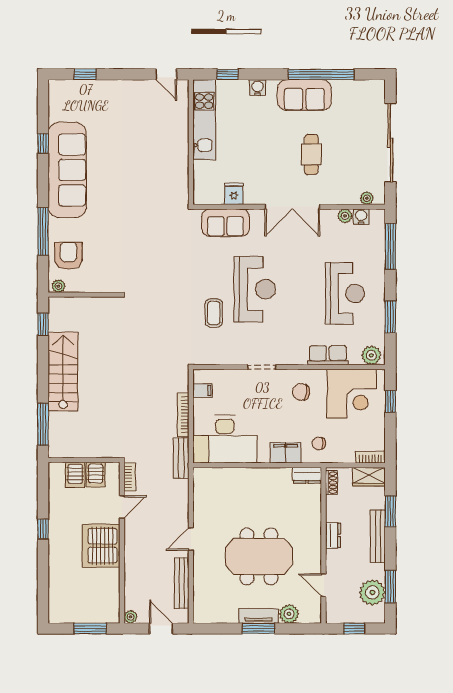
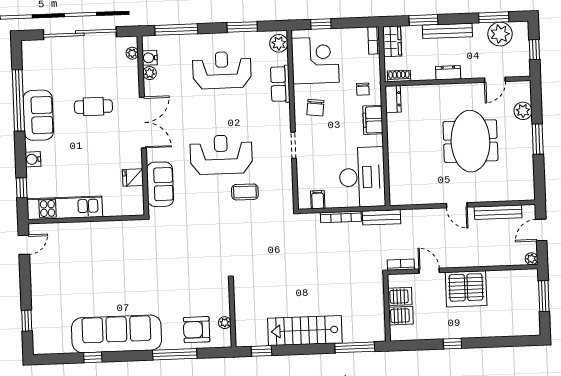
plant: (58, 286) -> (225, 323), moved
tv unit: (259, 616) -> (526, 139), removed

